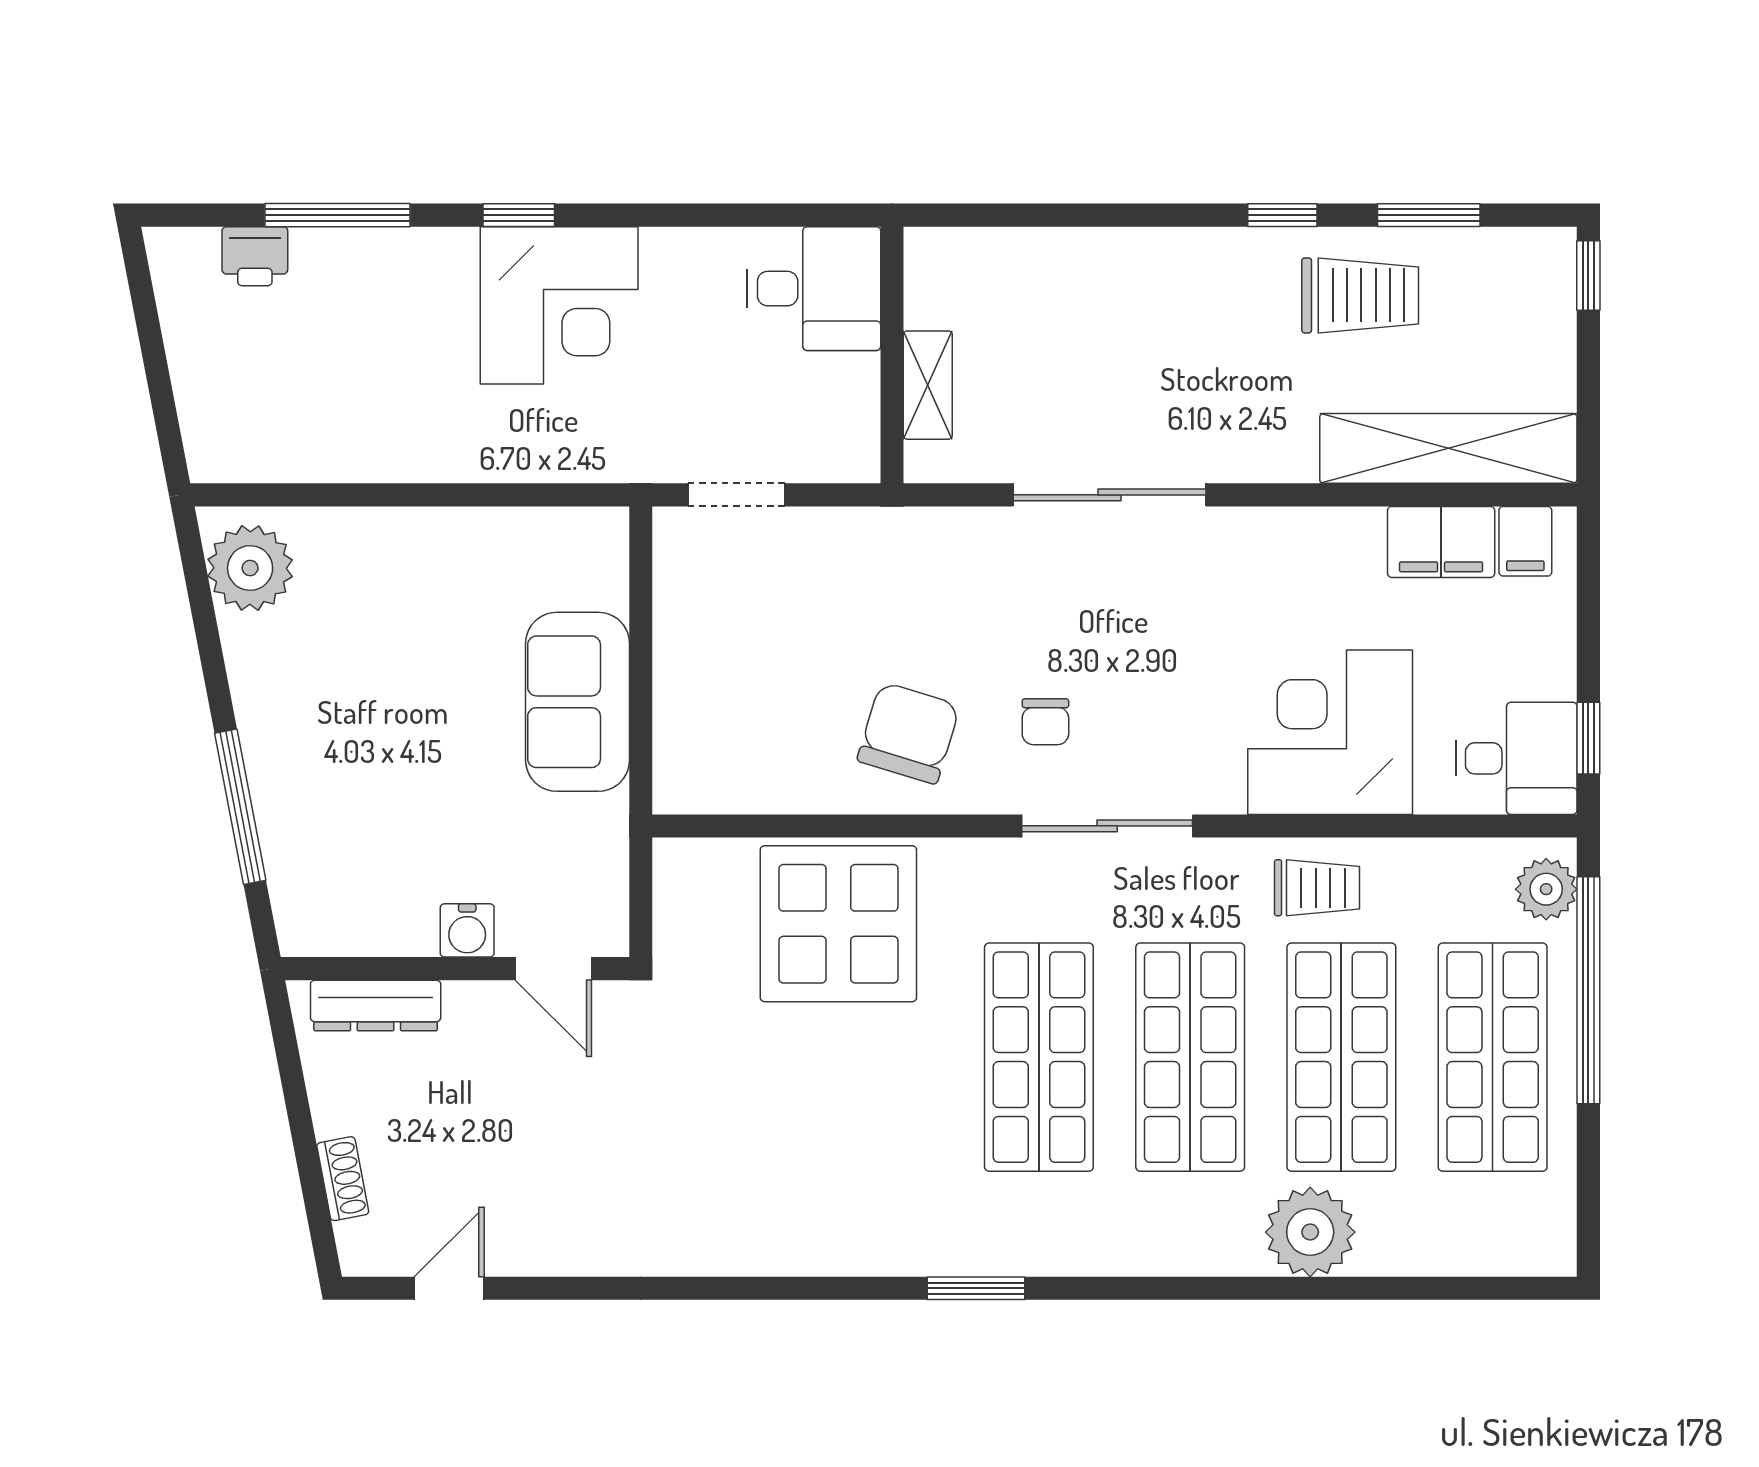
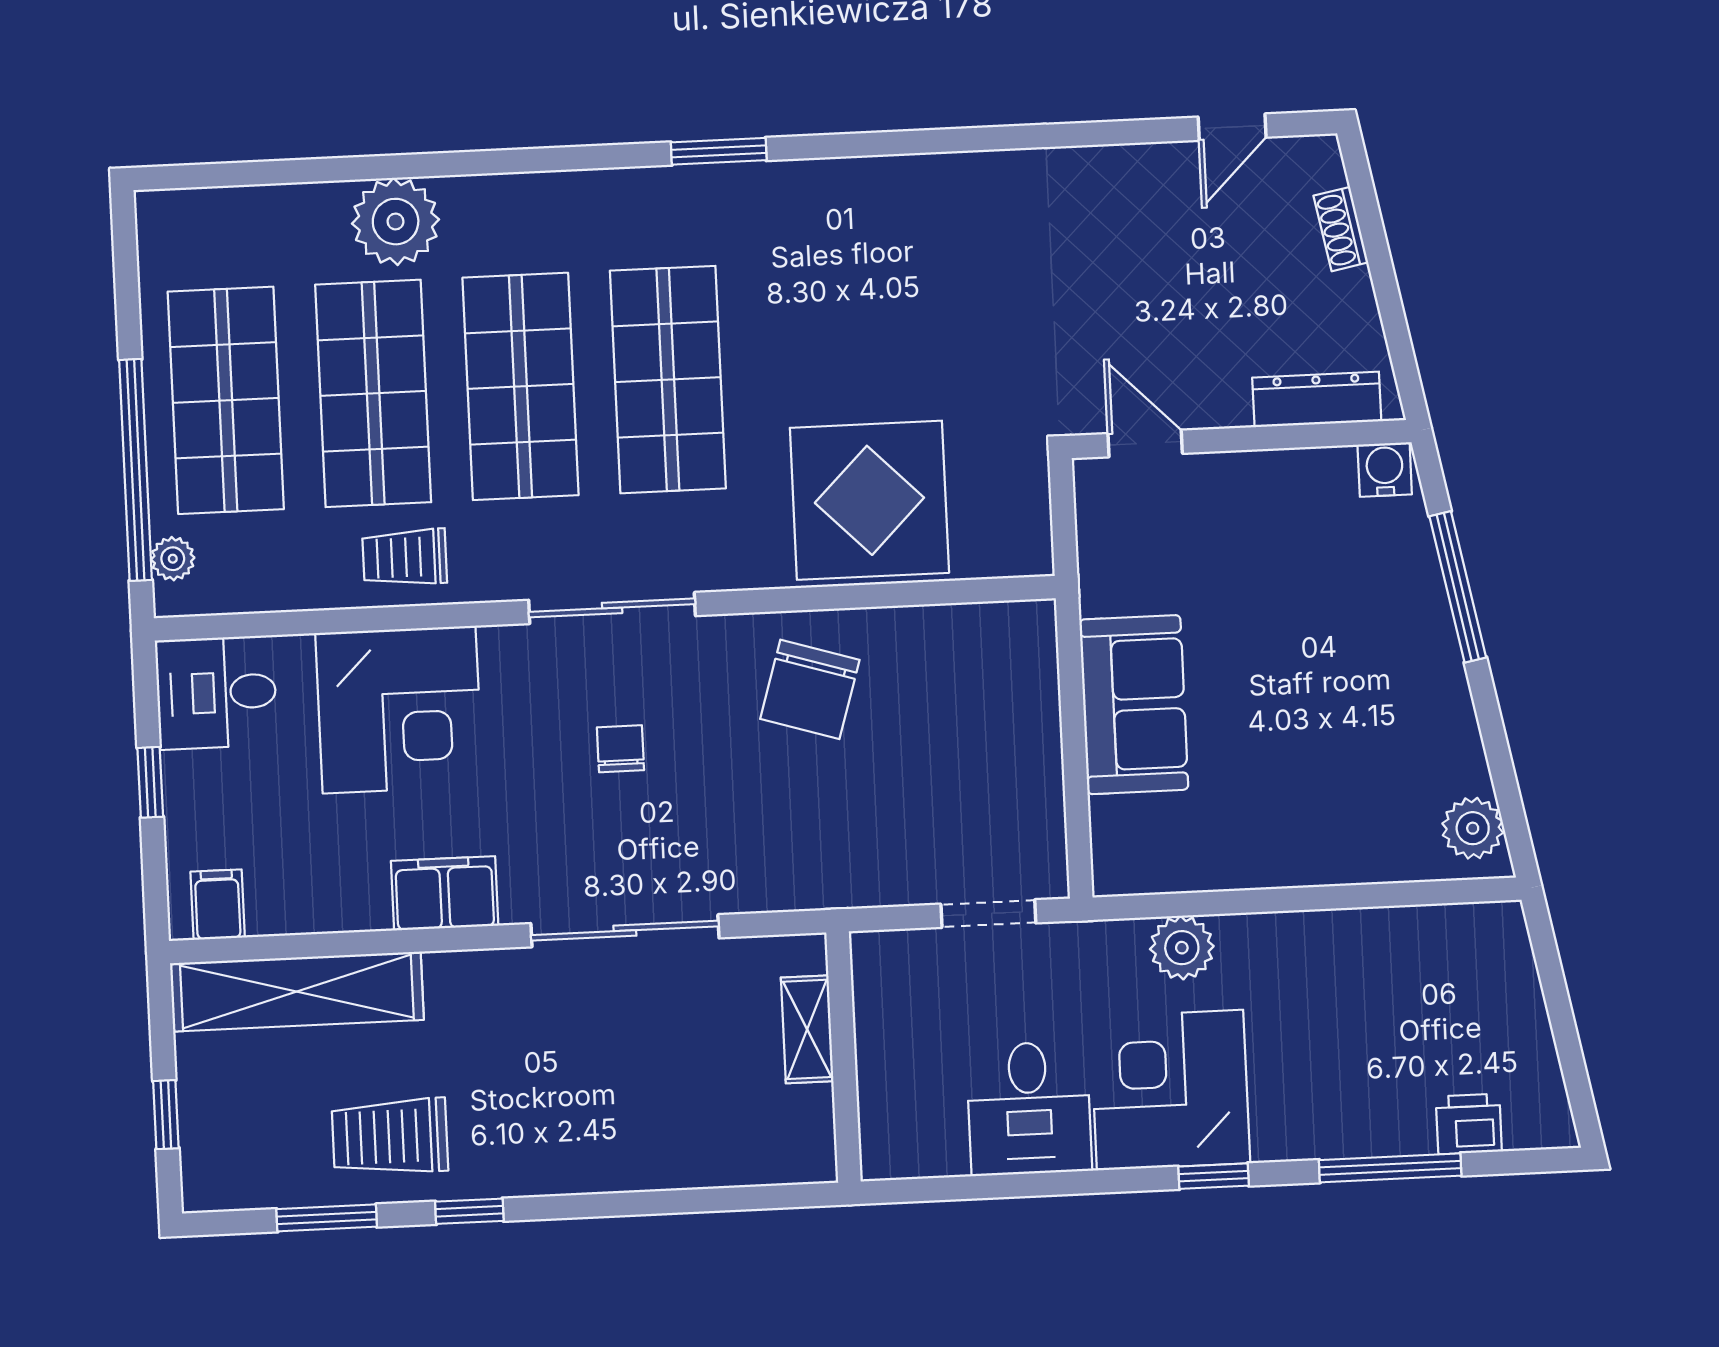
window: (1588, 275) -> (166, 1115), moved
desk: (814, 289) -> (1029, 1108), moved, turned -90
plant: (540, 451) -> (1182, 948), added
filing cabinet: (1441, 542) -> (445, 893), moved
plant: (250, 568) -> (1473, 828), width x0.73, depth x0.73
chair: (1045, 722) -> (620, 749), moved
window: (1588, 738) -> (150, 782), moved
plant: (1546, 889) -> (173, 559), width x0.73, depth x0.73
water cooler: (467, 930) -> (1385, 469), moved

